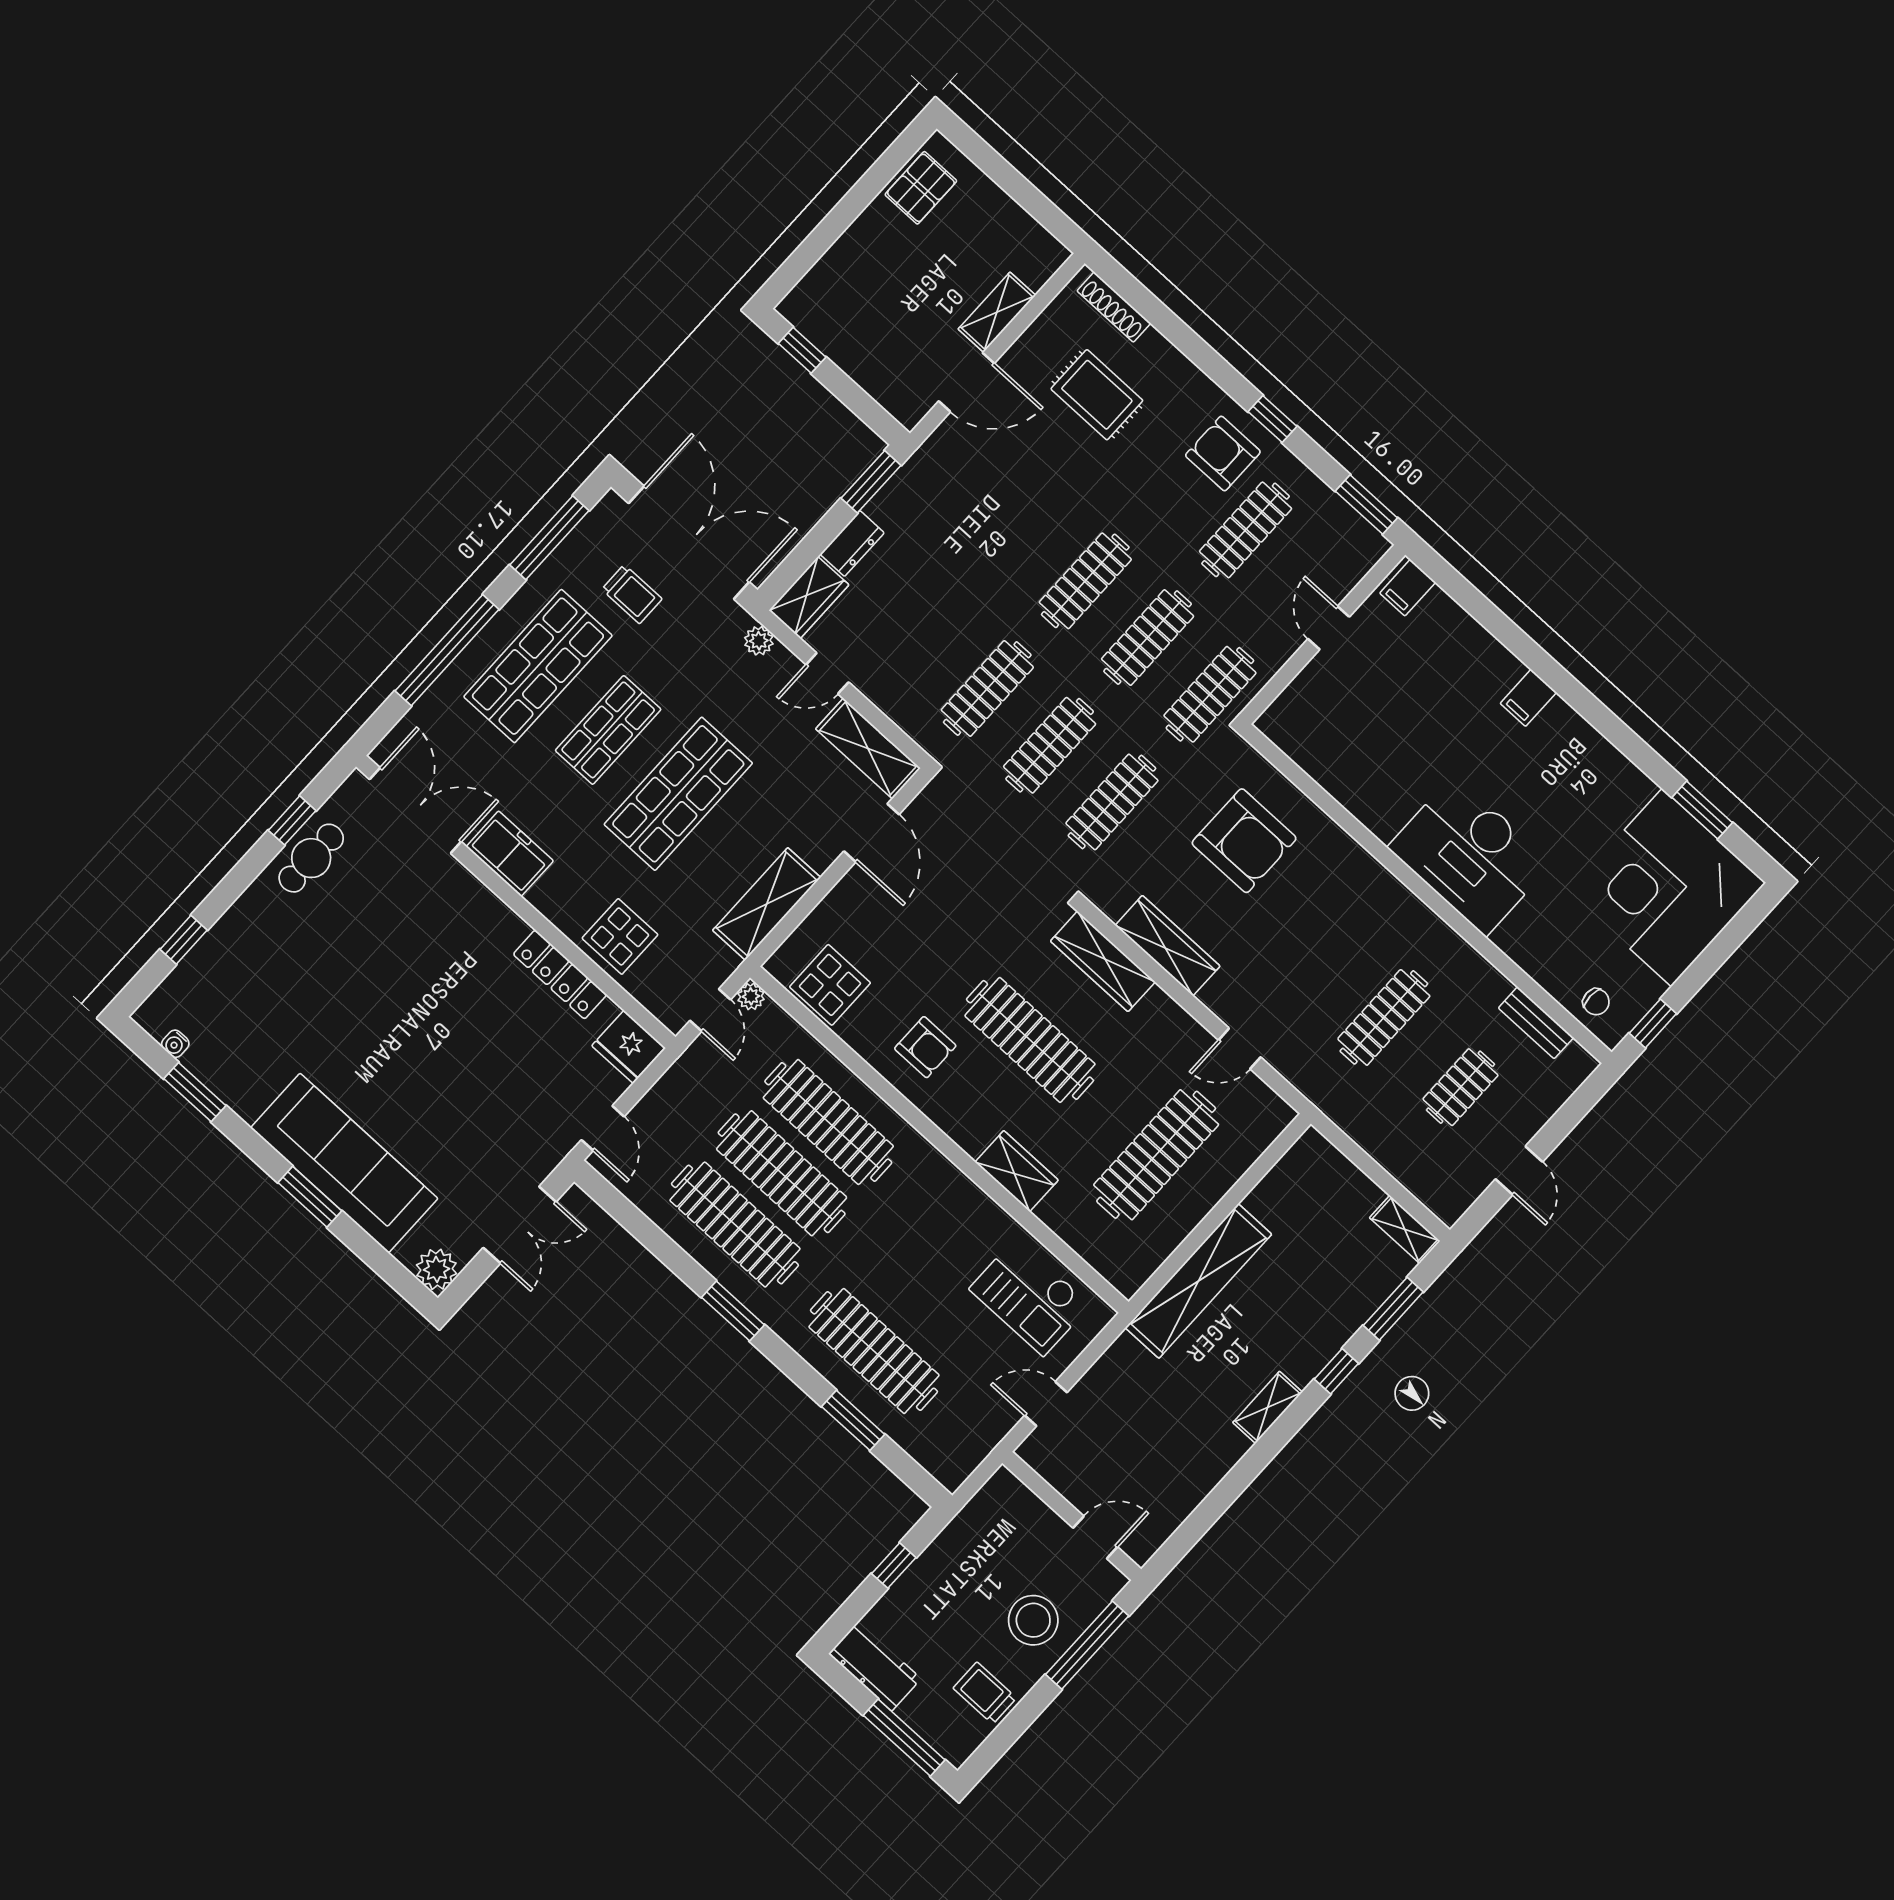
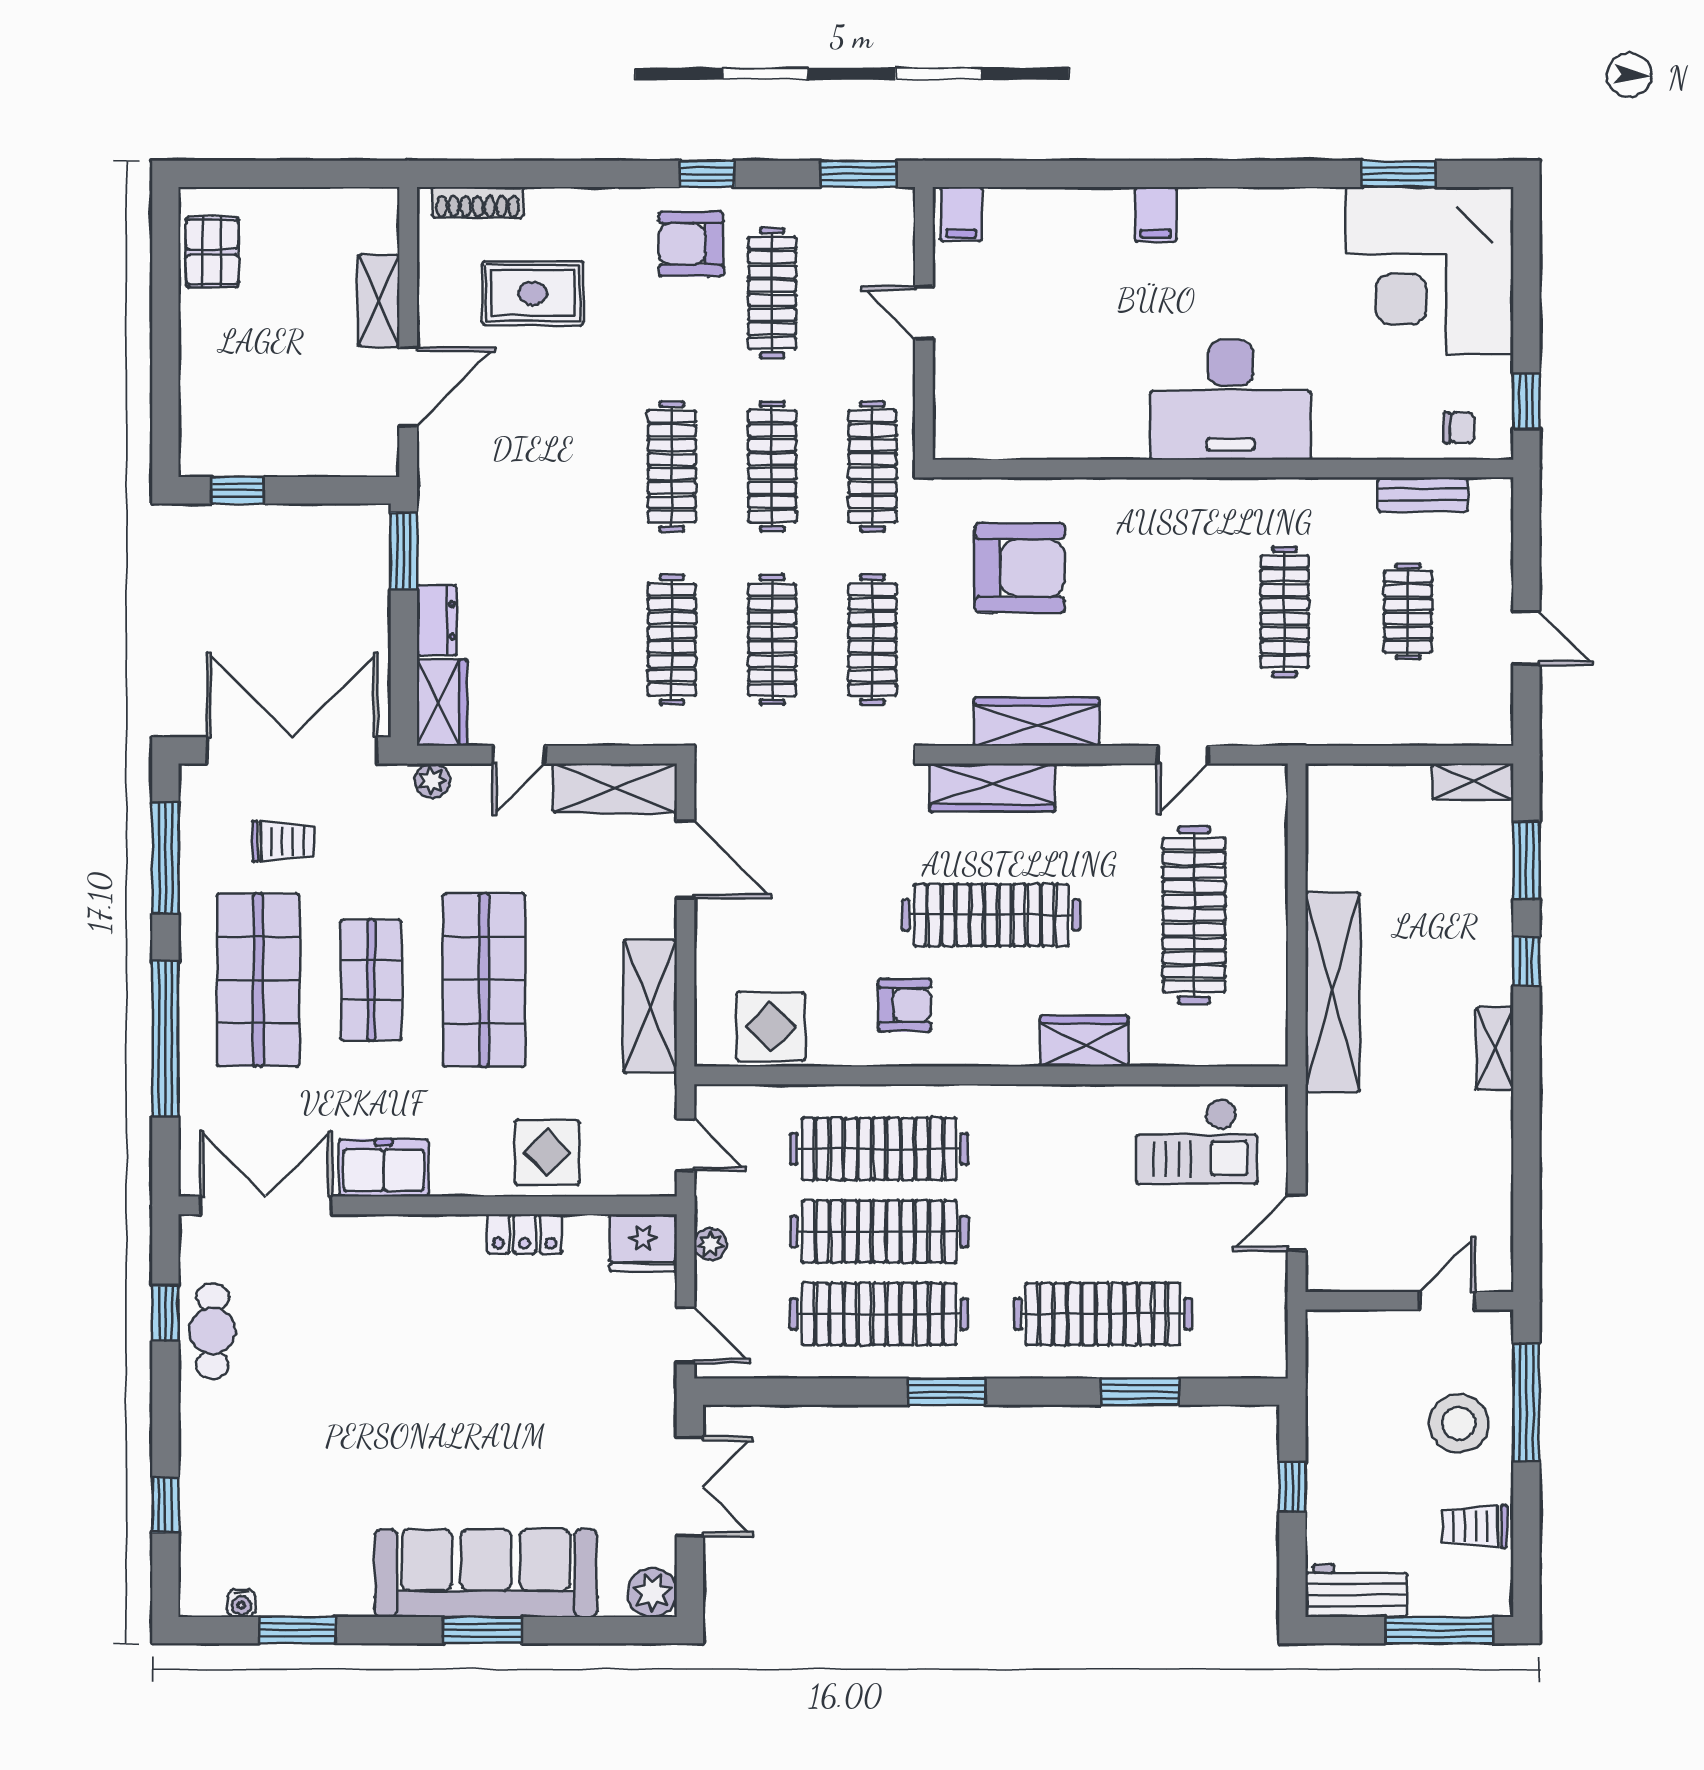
locker: (560, 974) -> (525, 1234), width x0.66
plant: (751, 996) -> (710, 1244), moved

